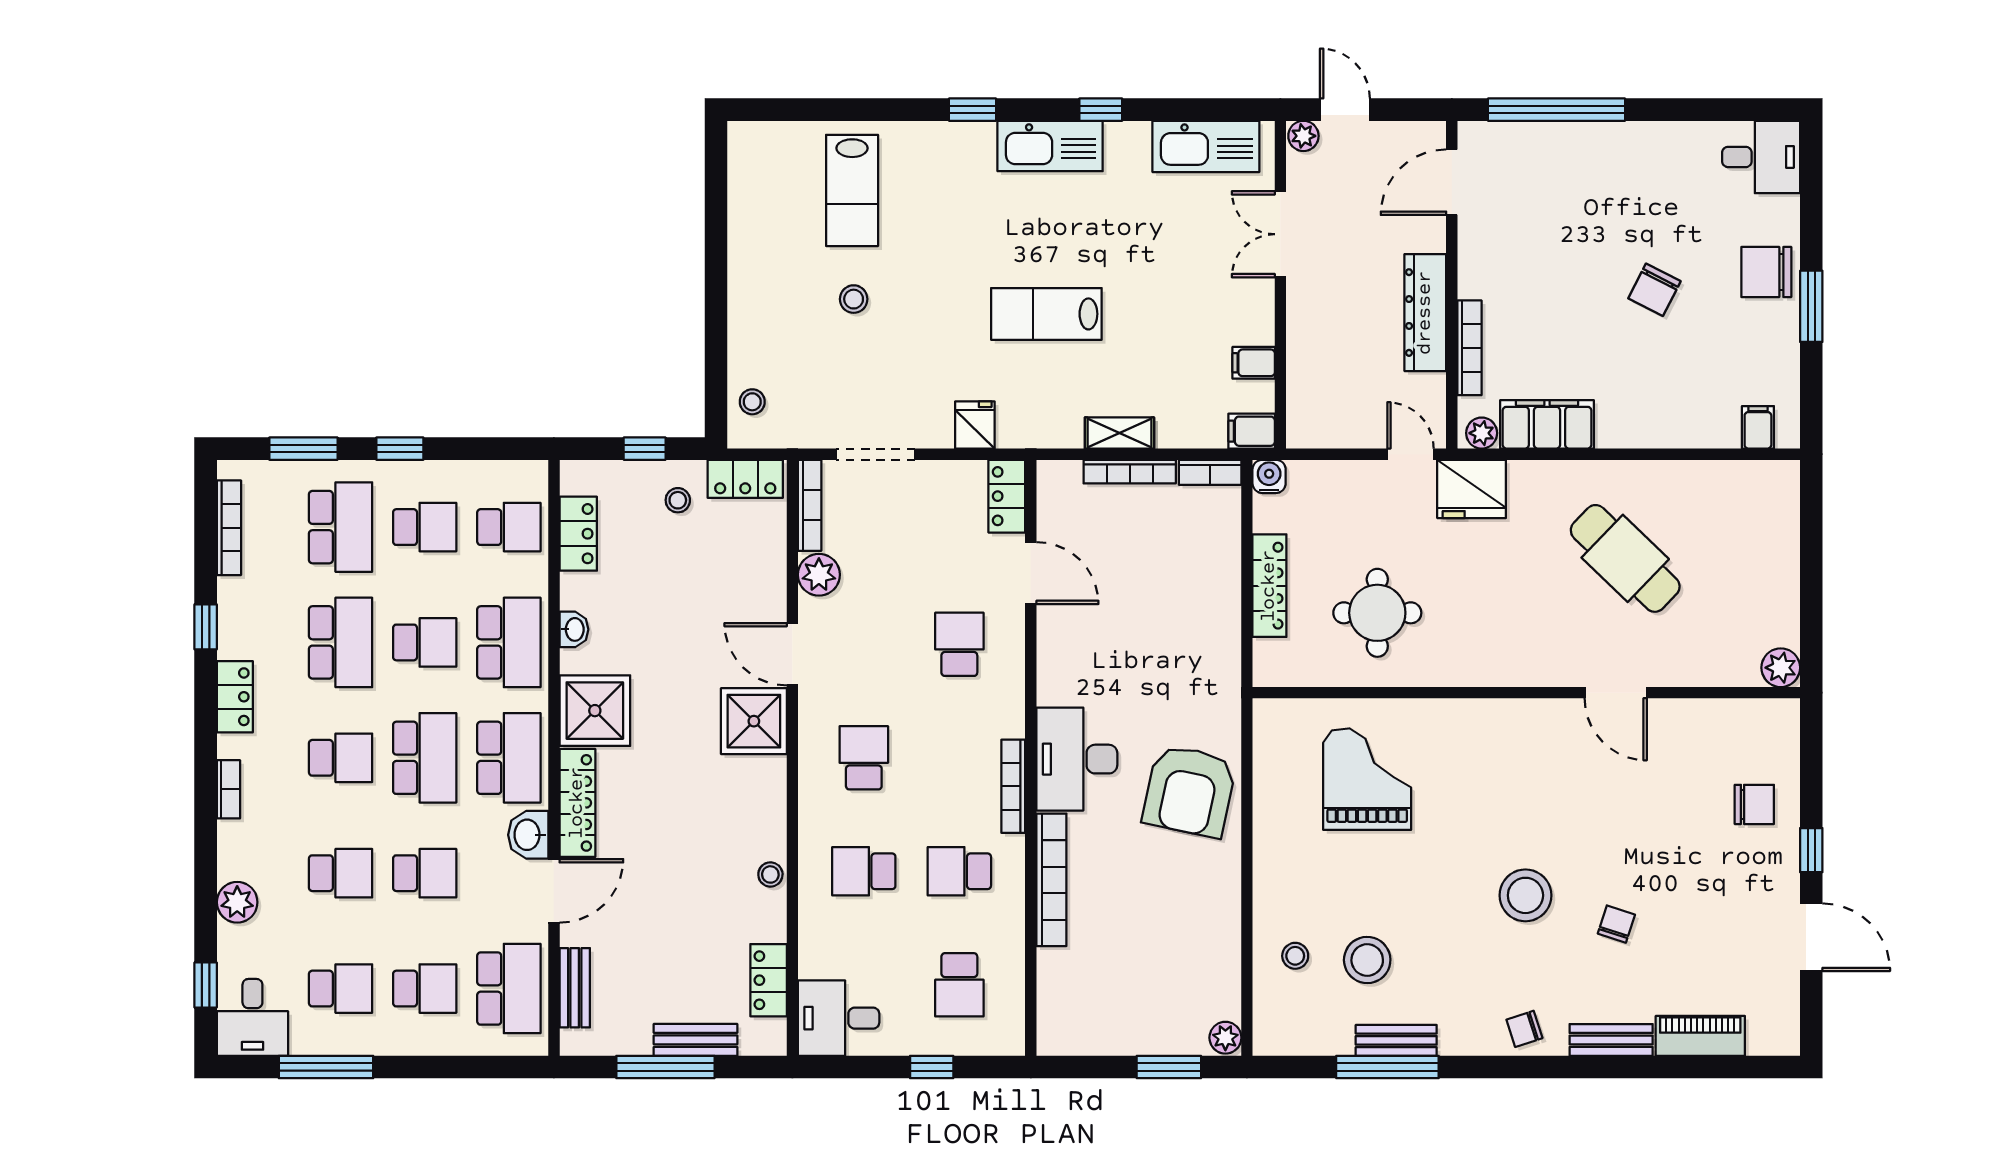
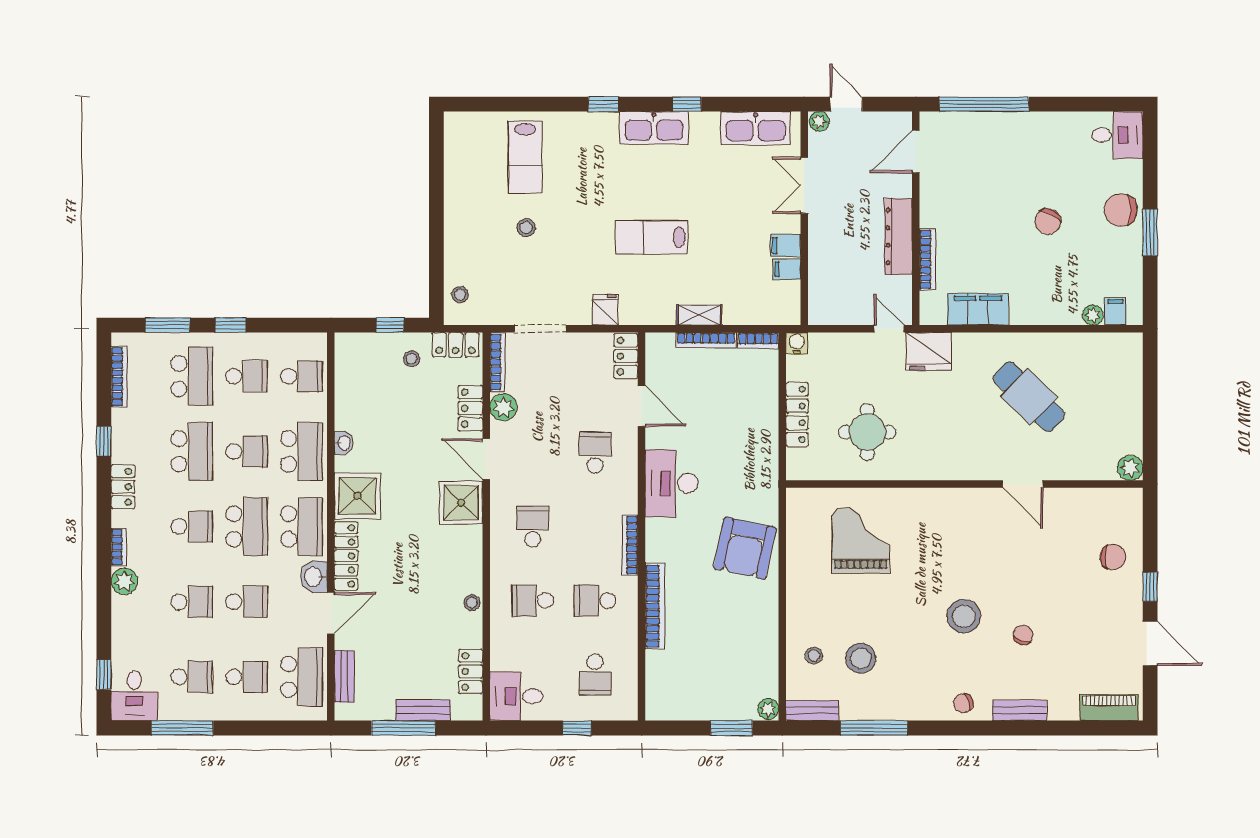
filing cabinet: (1252, 431) -> (785, 246), moved
plant: (1482, 433) -> (1093, 315), moved
locker: (578, 534) -> (470, 408), moved, turned 180
desk: (1077, 759) -> (672, 483), moved
plant: (237, 902) -> (124, 581), moved
piano: (1700, 1036) -> (1109, 708), moved
bench: (1396, 1040) -> (812, 711), moved

